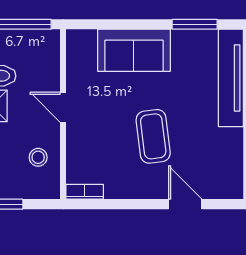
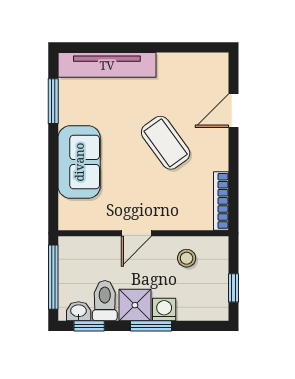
coffee table: (153, 136) -> (166, 143), turned 61
bookcase: (85, 192) -> (221, 201), width x1.56

